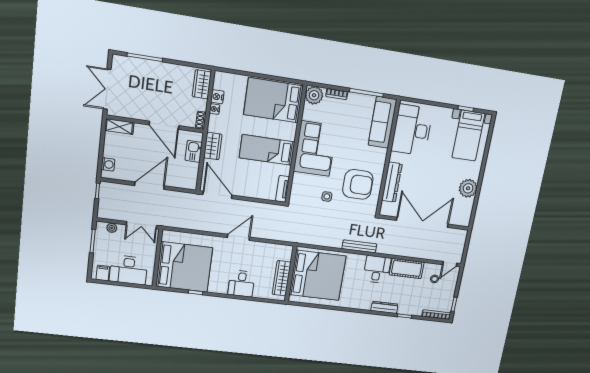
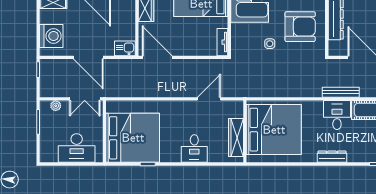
kitchen sink: (194, 151) -> (125, 48), moved, turned 90
washing machine: (108, 164) -> (51, 36), width x1.89, depth x1.89
door: (149, 186) -> (88, 57), swing flipped
door: (238, 237) -> (209, 99), moved
bench: (359, 246) -> (341, 92), moved
filing cabinet: (103, 273) -> (51, 154), removed
dresser: (384, 307) -> (332, 157), moved

